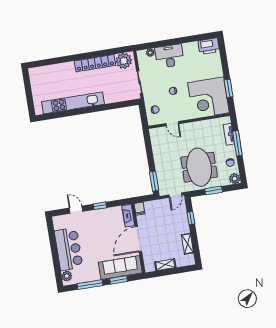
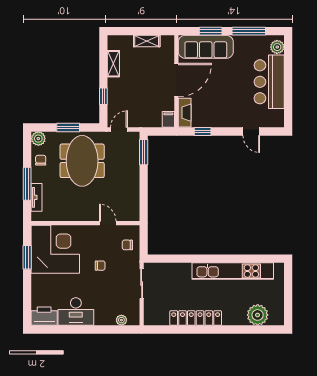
desk: (169, 56) -> (76, 312), moved
plant: (124, 61) -> (258, 315), moved
window: (100, 206) -> (203, 132), moved

